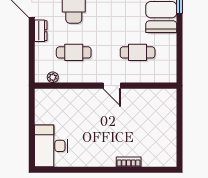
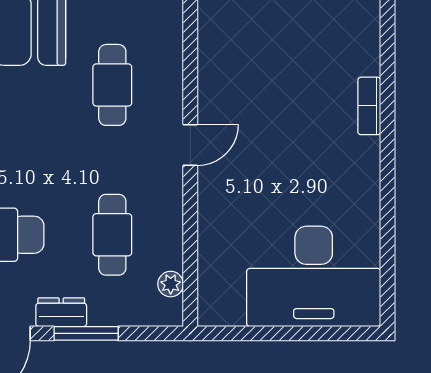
window: (32, 41) -> (86, 333), added
desk: (51, 146) -> (314, 276), width x1.36, depth x1.30

